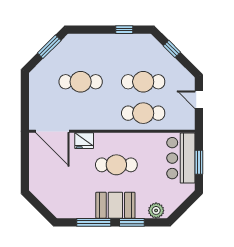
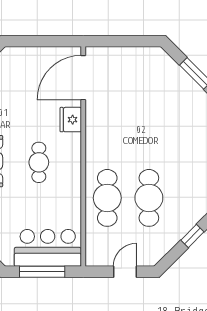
cafe table: (81, 82) -> (149, 115), removed
window: (199, 162) -> (42, 272), width x1.44
cafe table: (116, 165) -> (39, 162), width x0.73, depth x0.74

